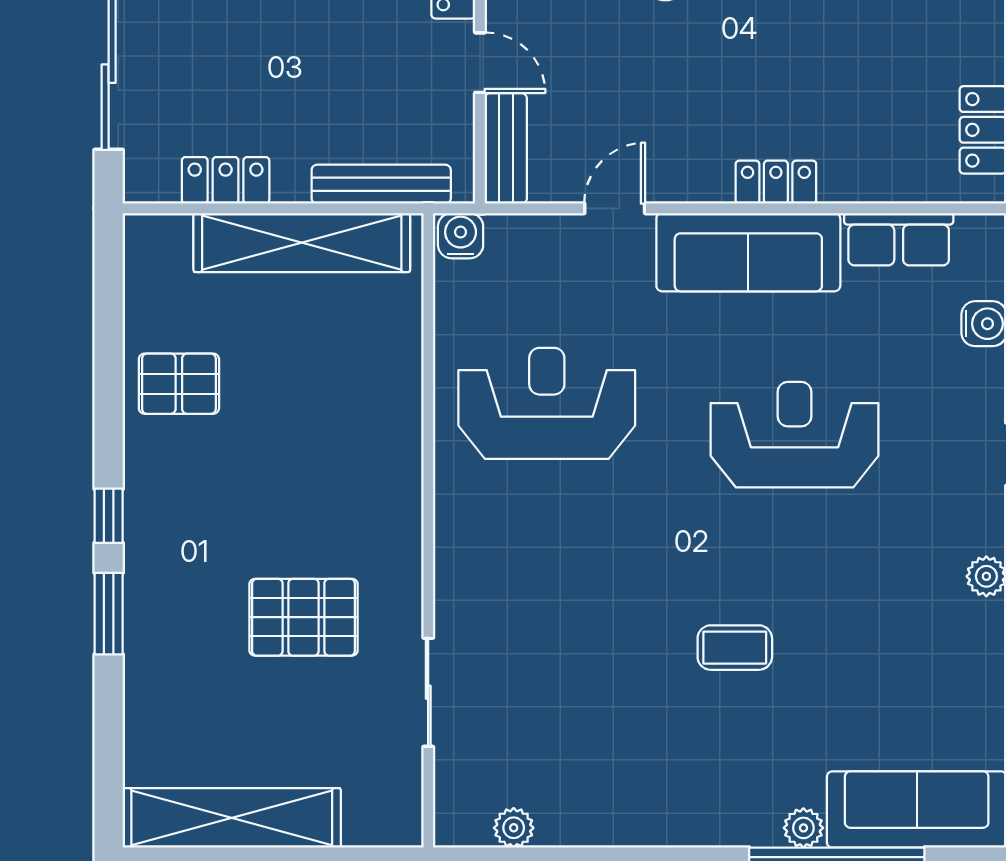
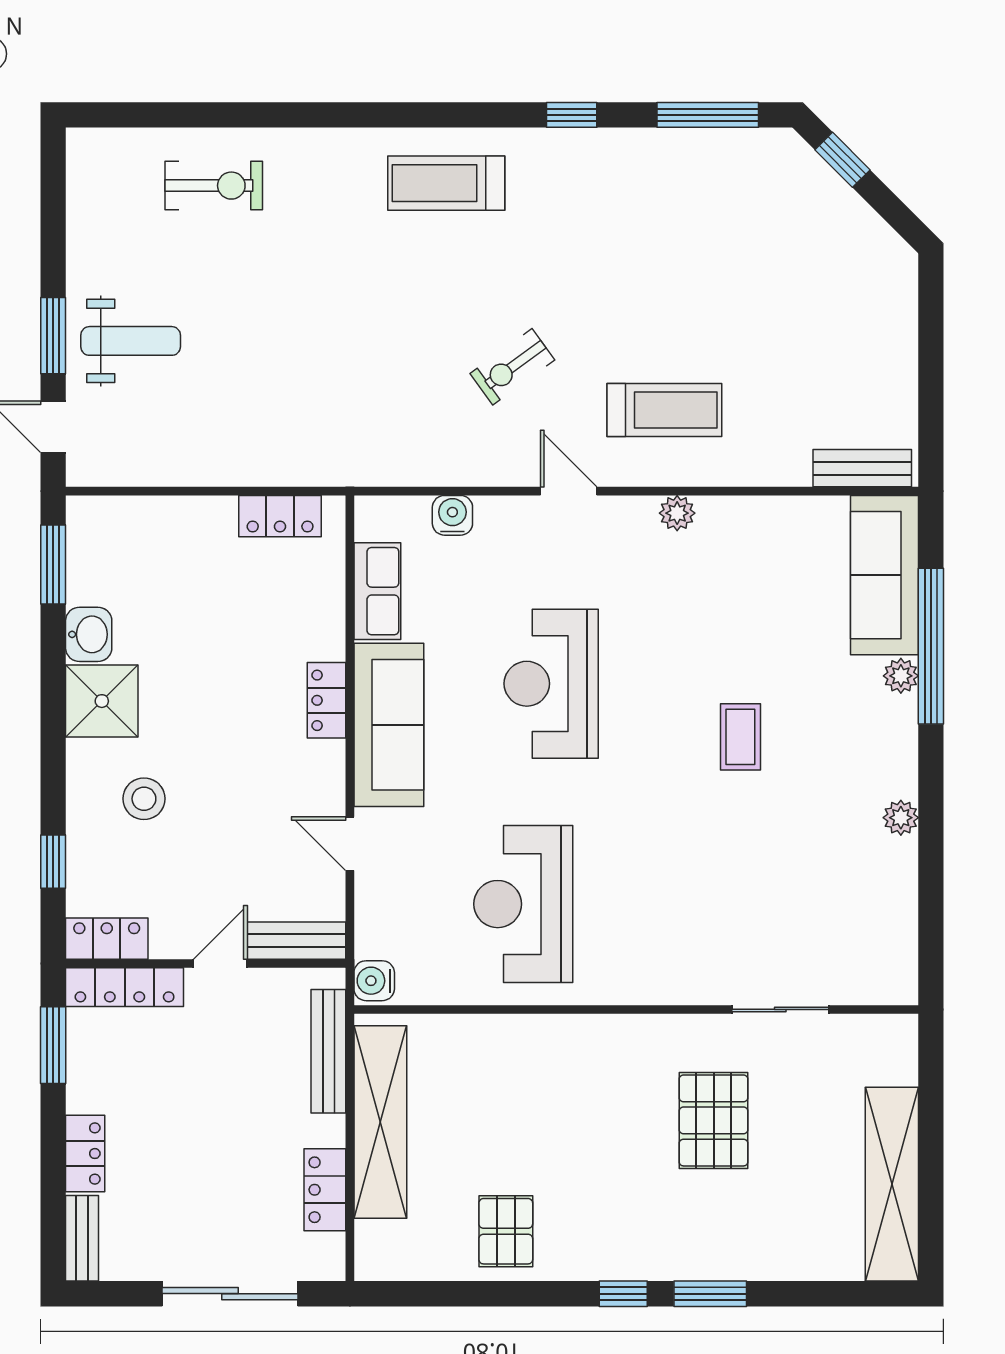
plant: (514, 828) -> (901, 818), moved

